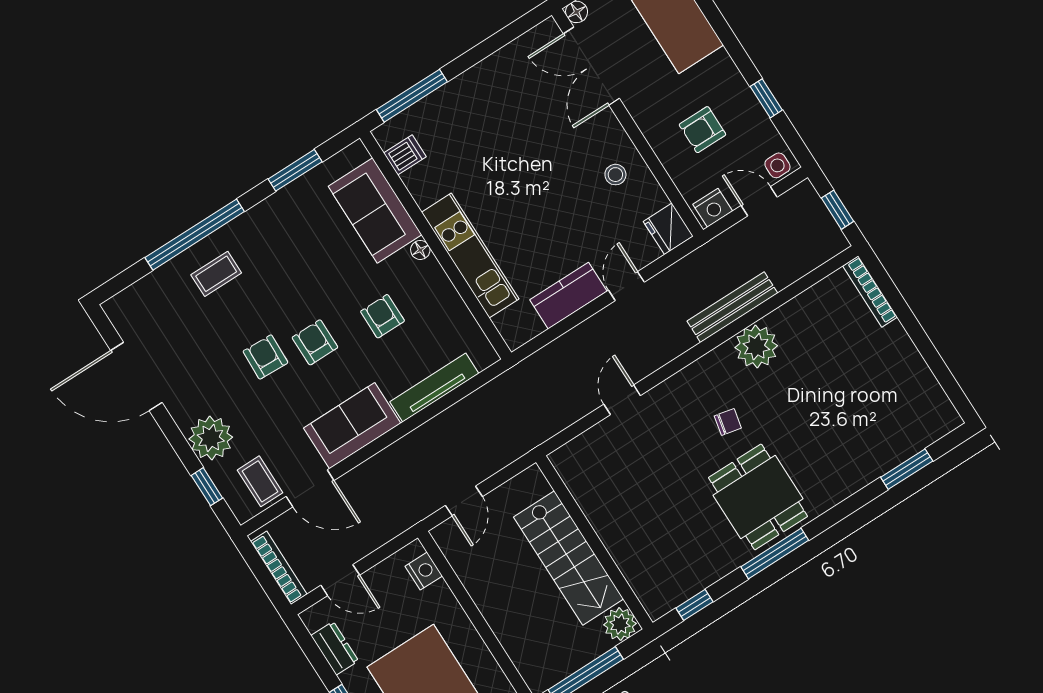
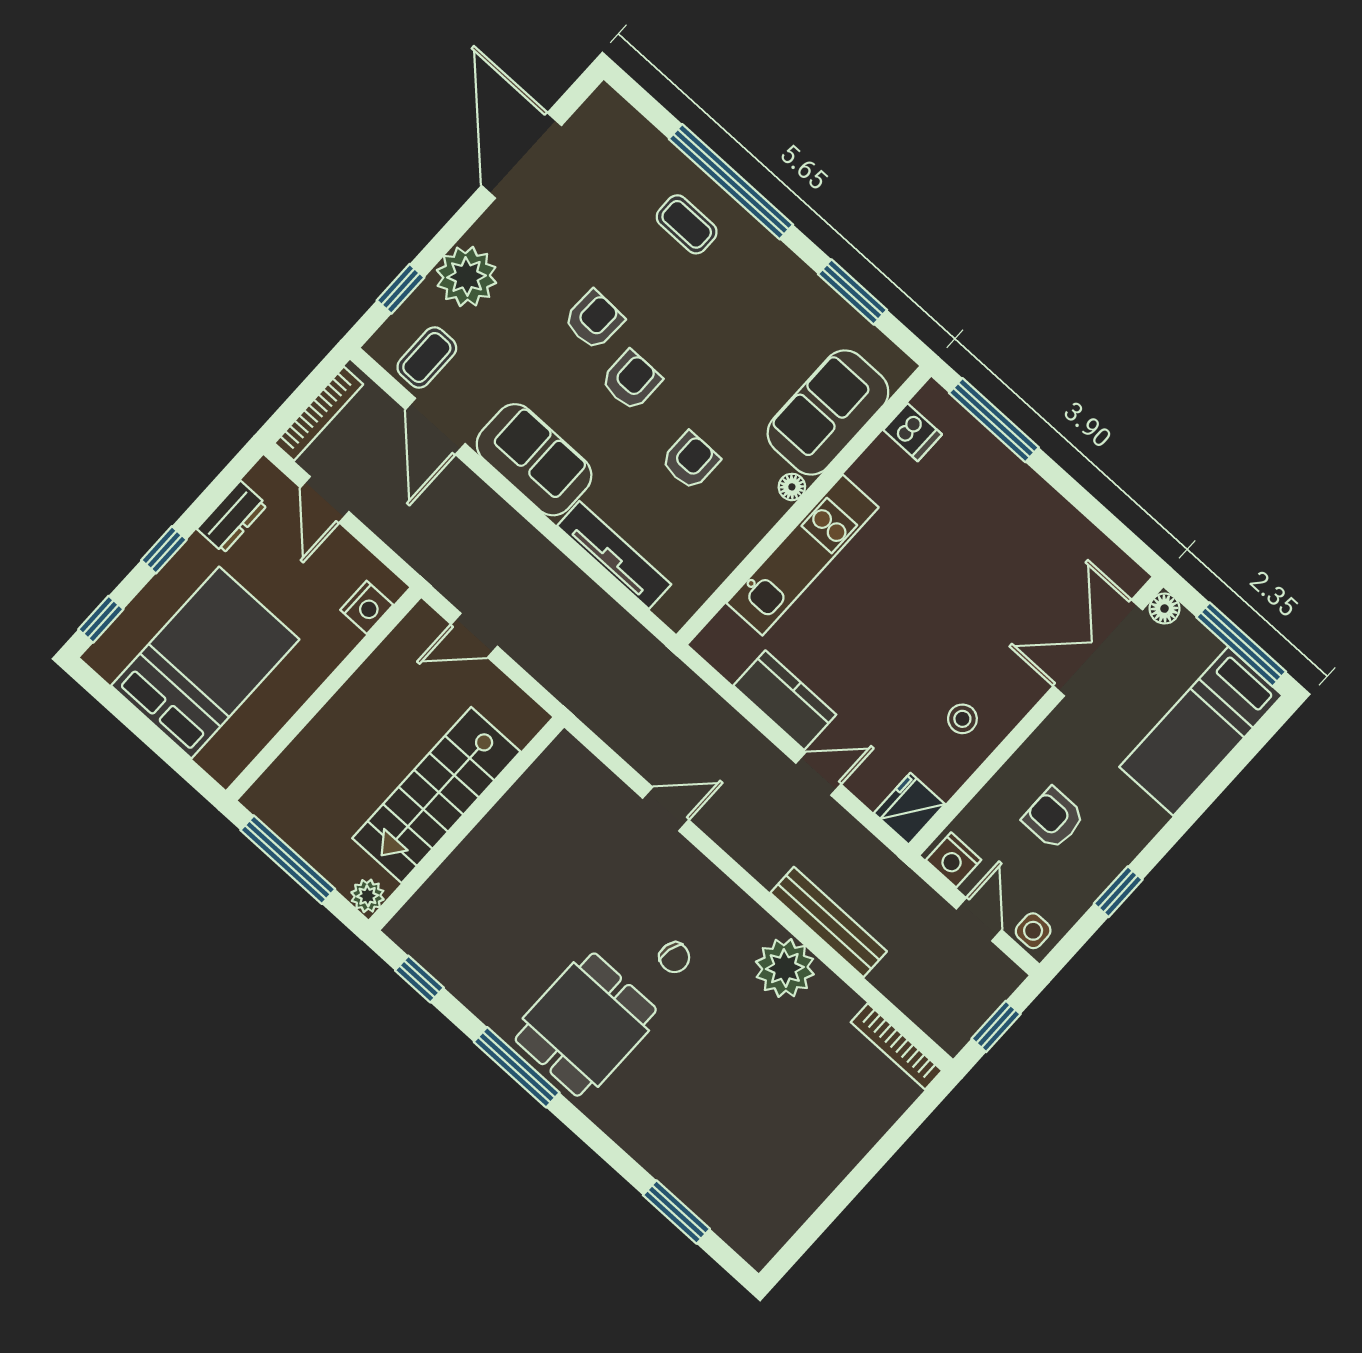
bookcase: (870, 291) -> (896, 1046), moved, turned -90
plant: (620, 624) -> (368, 896), width x0.73, depth x0.73

